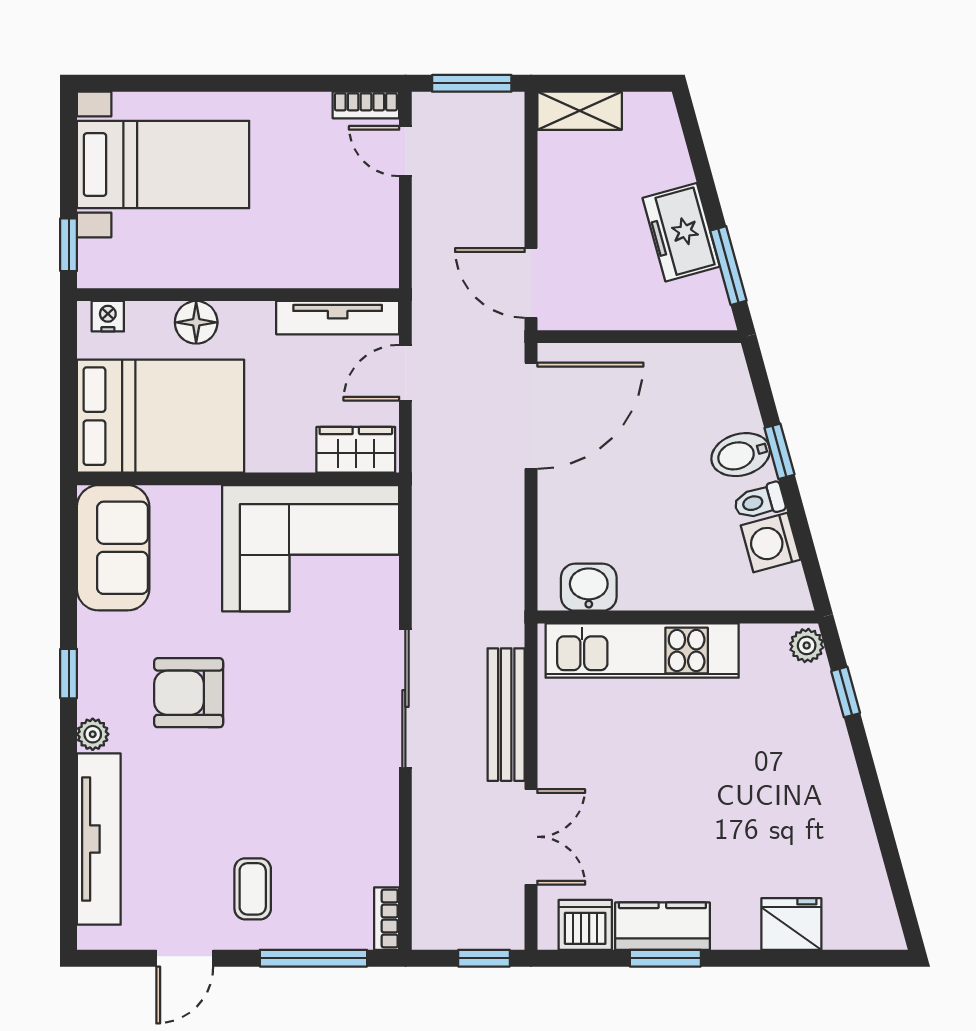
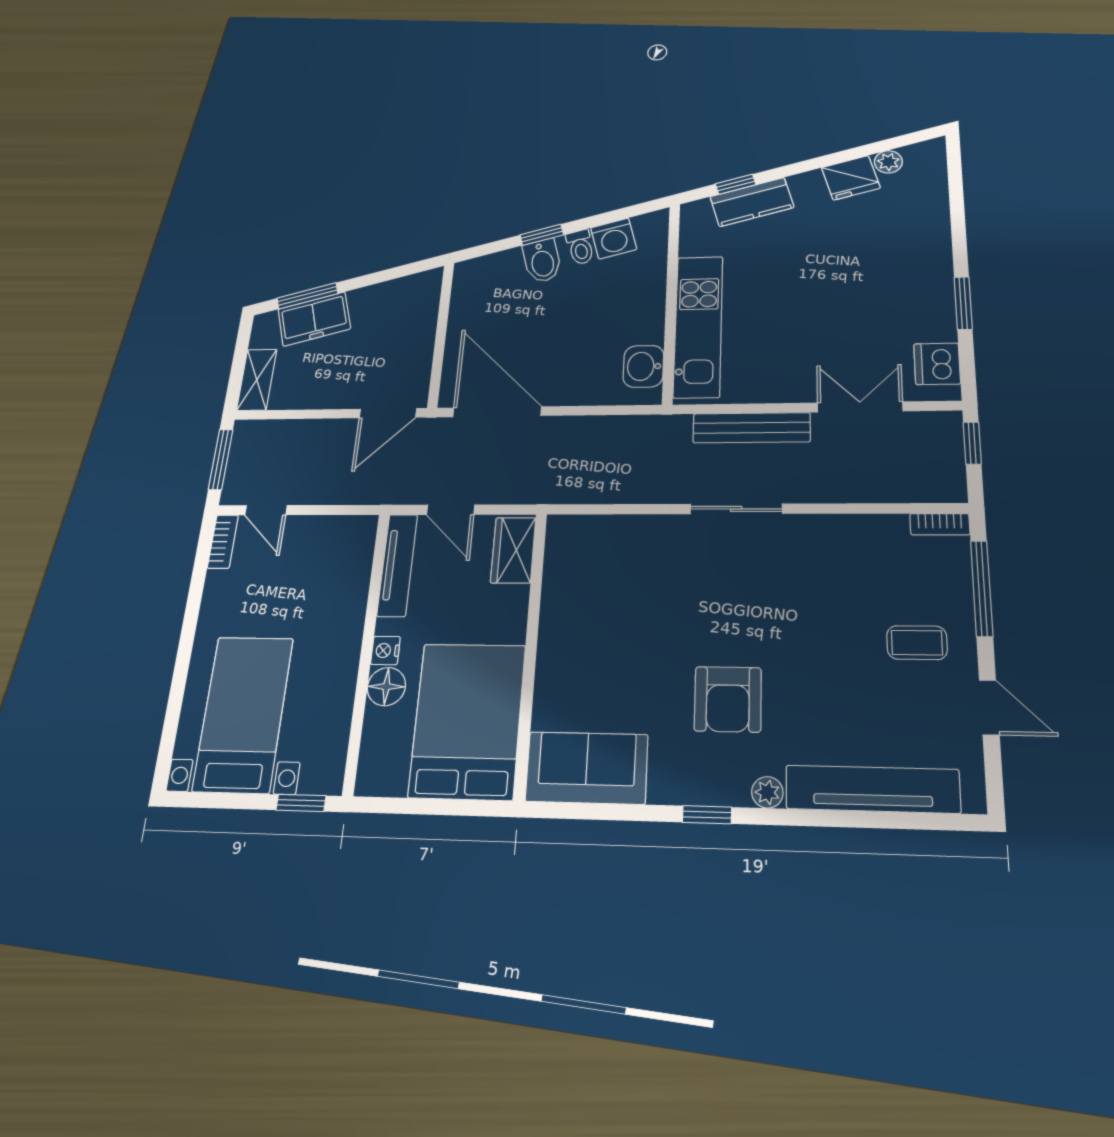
door: (405, 151) -> (266, 510), hinge flipped
freezer: (681, 232) -> (314, 319), moved
window: (728, 266) -> (307, 296), moved
nightstand: (108, 316) -> (385, 650), moved
corner sofa: (311, 548) -> (598, 589), removed
plant: (807, 645) -> (888, 162), moved
sliding door: (405, 699) -> (736, 509), width x0.73
fridge: (791, 924) -> (851, 178), moved, turned -105
kitchen counter: (662, 926) -> (752, 202), moved, turned -105

